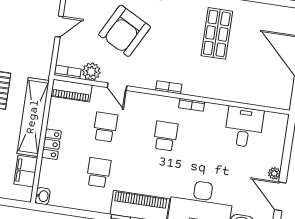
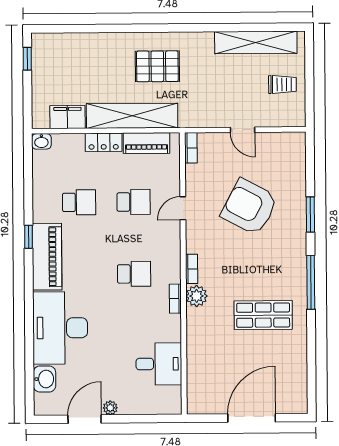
plant: (91, 72) -> (197, 296), moved
piano: (71, 91) -> (147, 143), moved, turned -90

